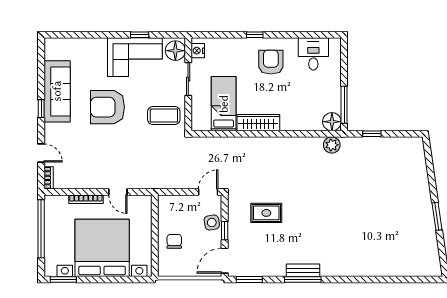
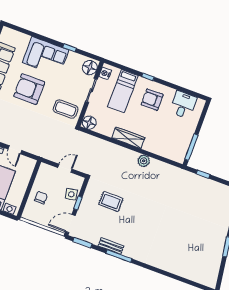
corner sofa: (135, 57) -> (46, 56), moved
armchair: (271, 62) -> (152, 100), turned -90
bed: (224, 104) -> (123, 91), moved, turned 180
floor lamp: (332, 122) -> (89, 123), moved
plant: (332, 145) -> (144, 161), moved
door: (208, 192) -> (65, 168), moved
bench: (303, 270) -> (111, 246), moved

